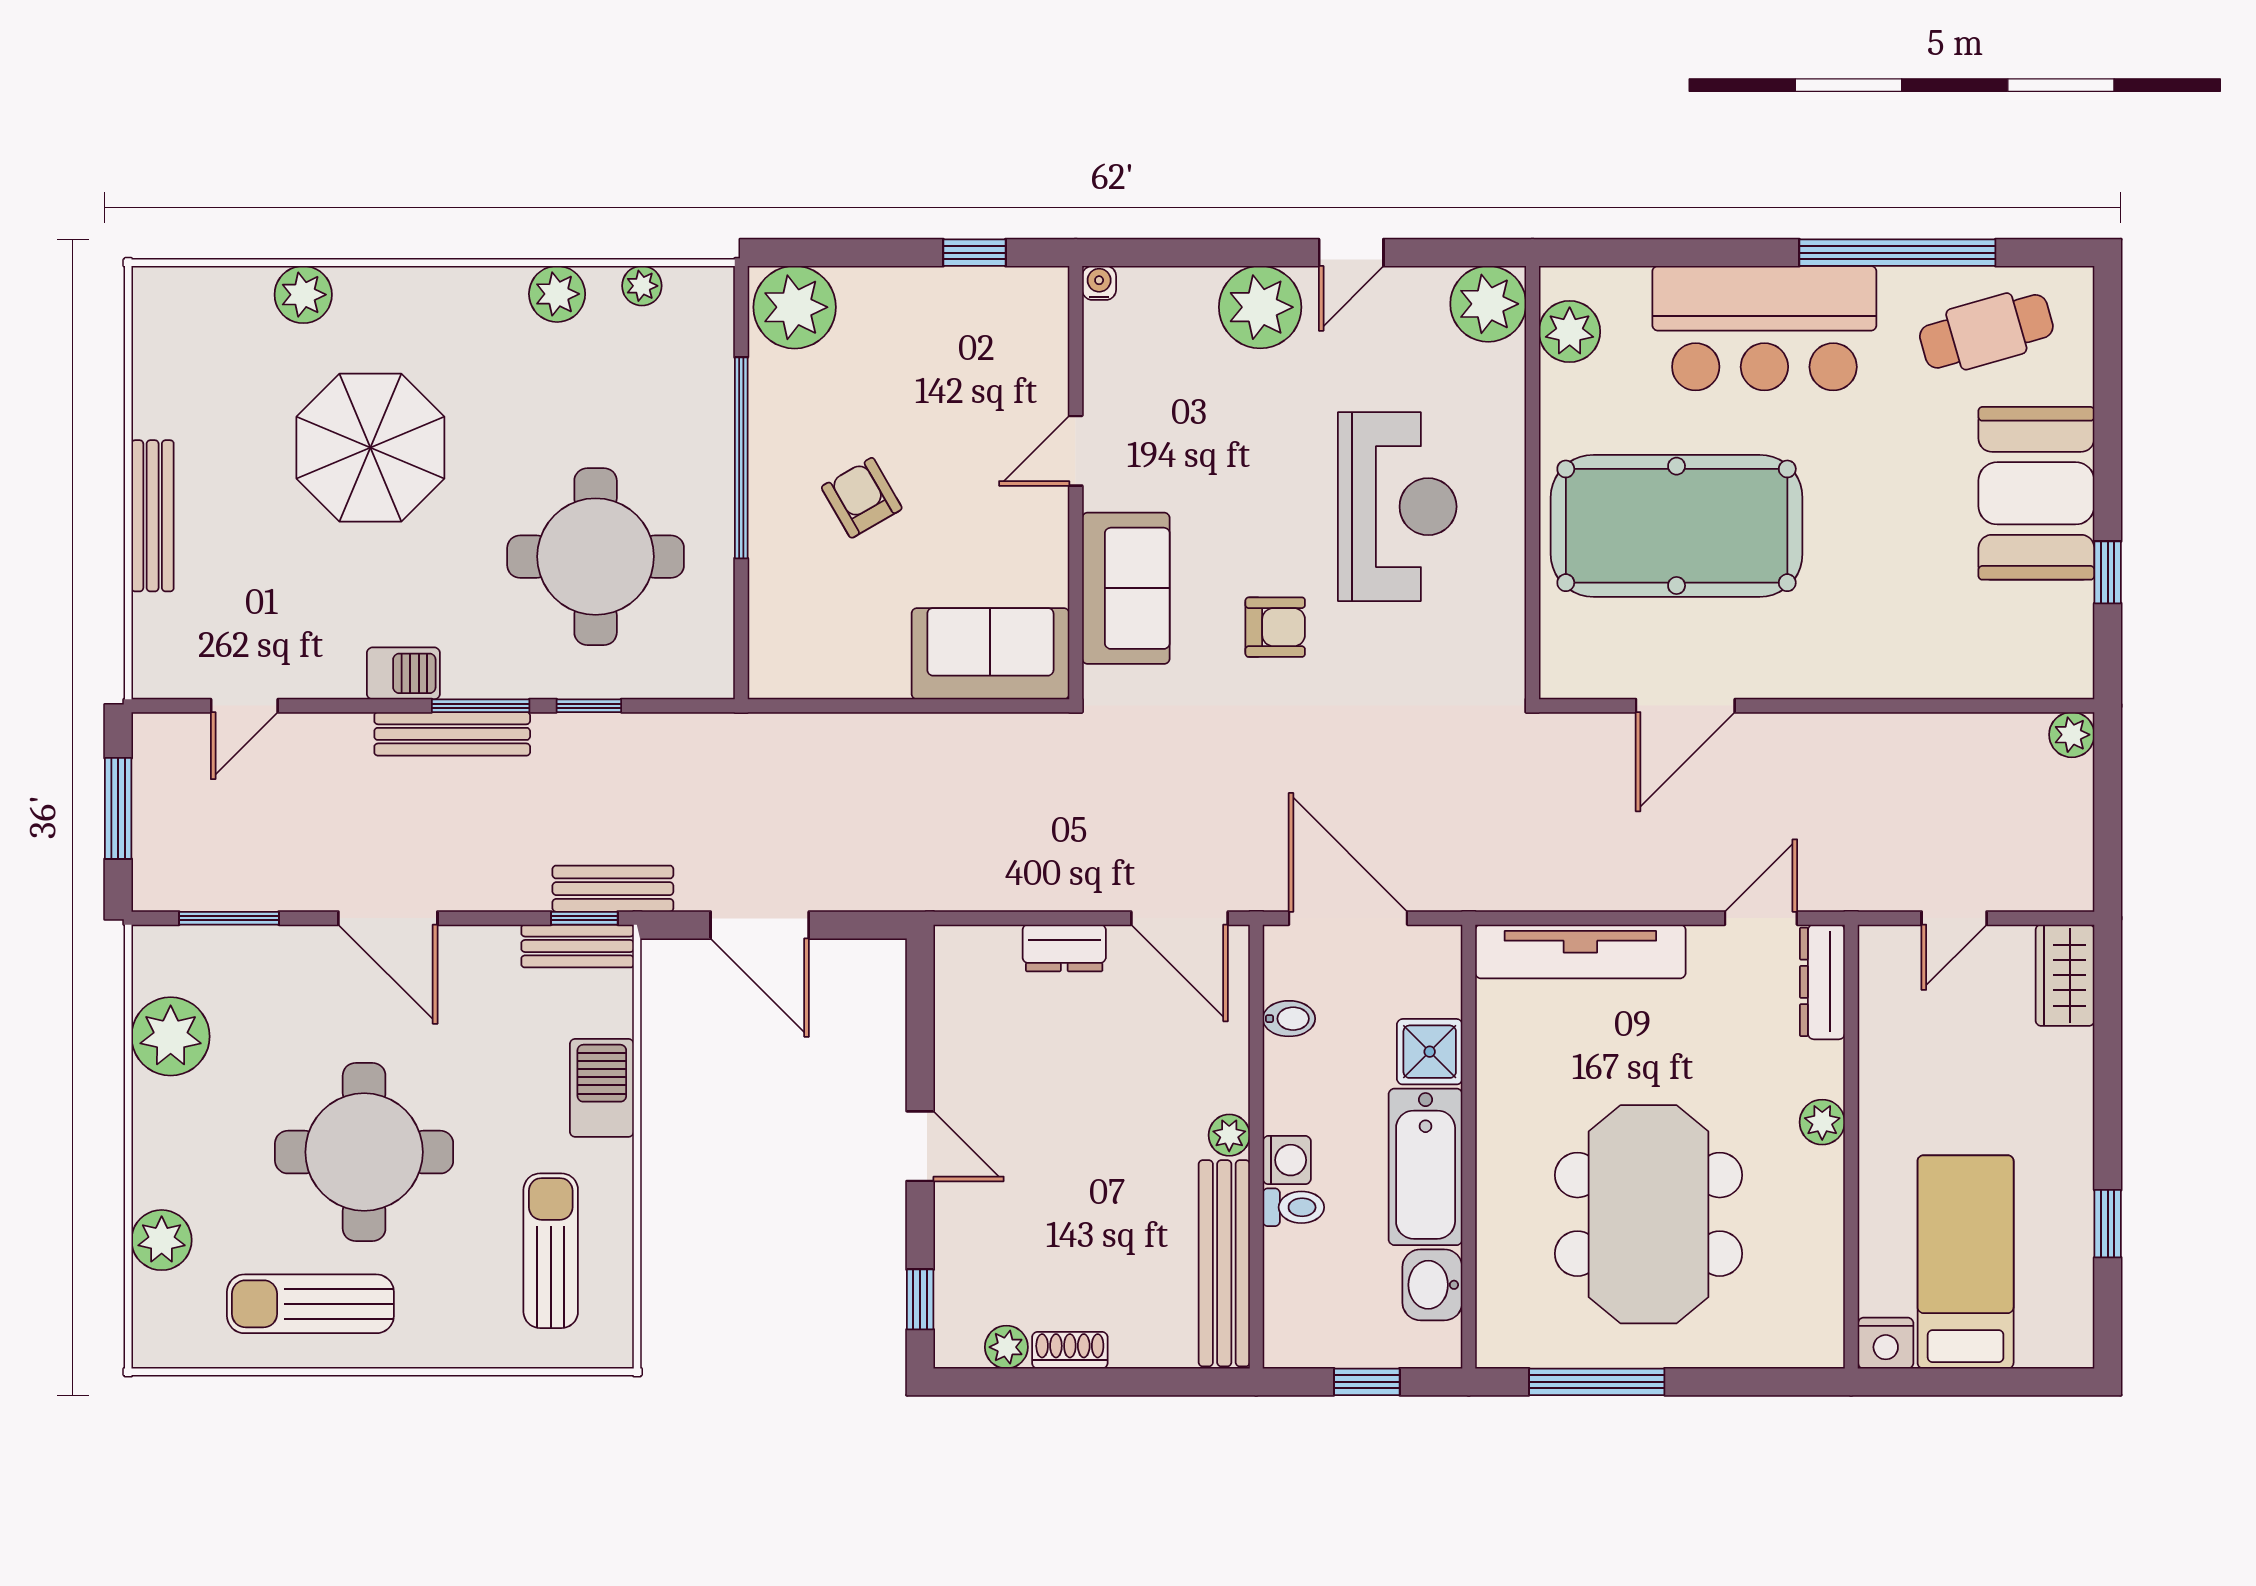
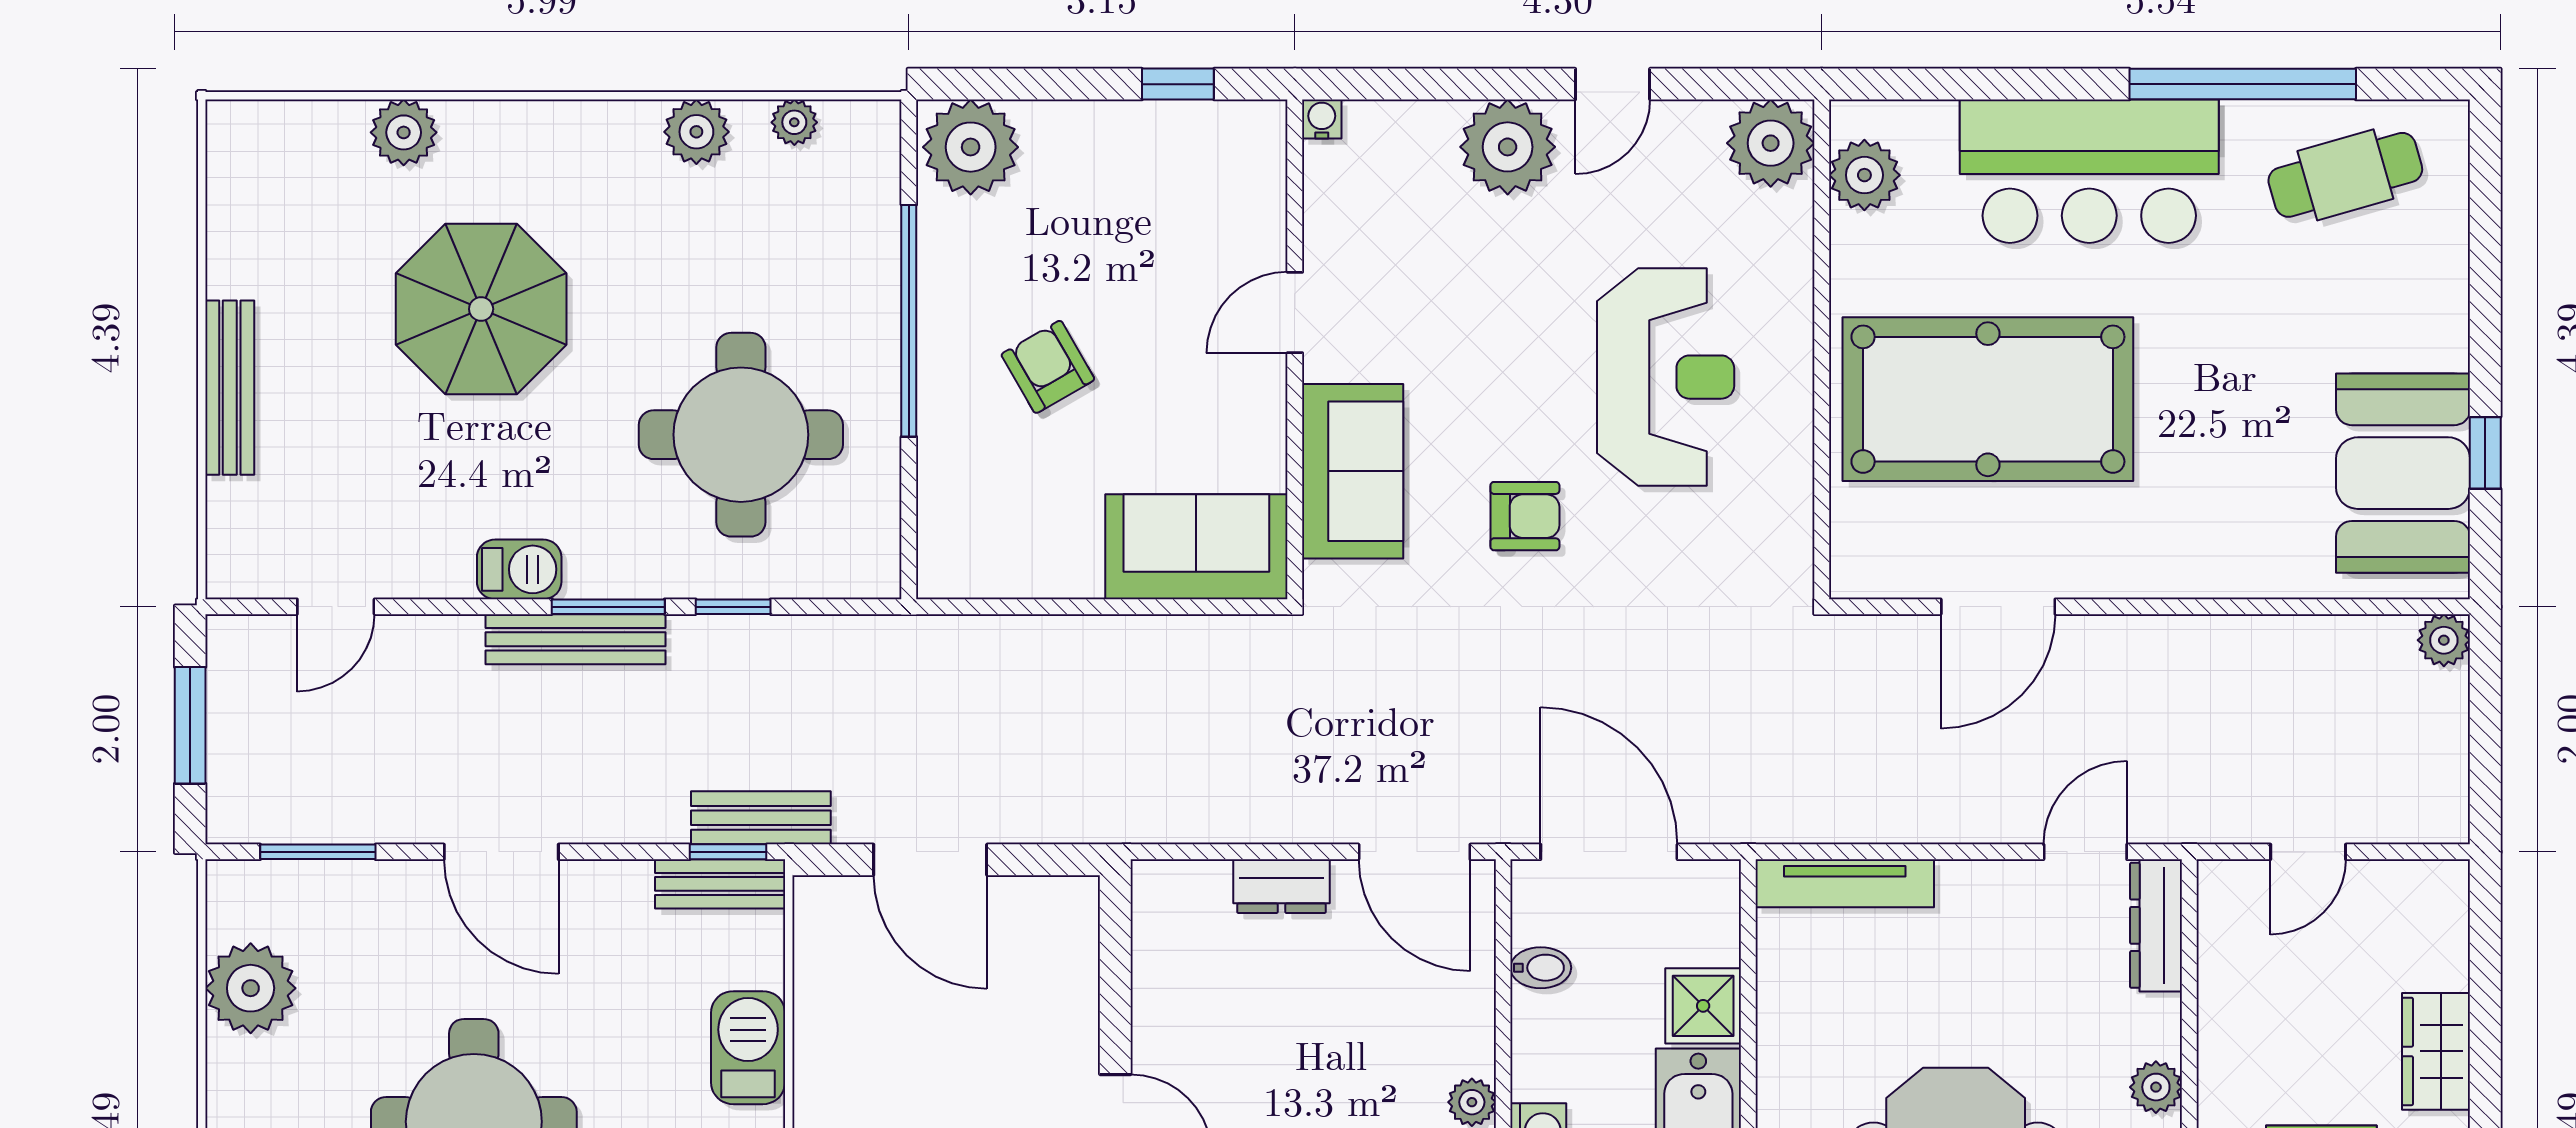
booth: (2036, 493) -> (2403, 473), moved
tv unit: (1580, 951) -> (1845, 883), width x0.73, depth x0.78
wardrobe: (2065, 975) -> (2436, 1051), moved

